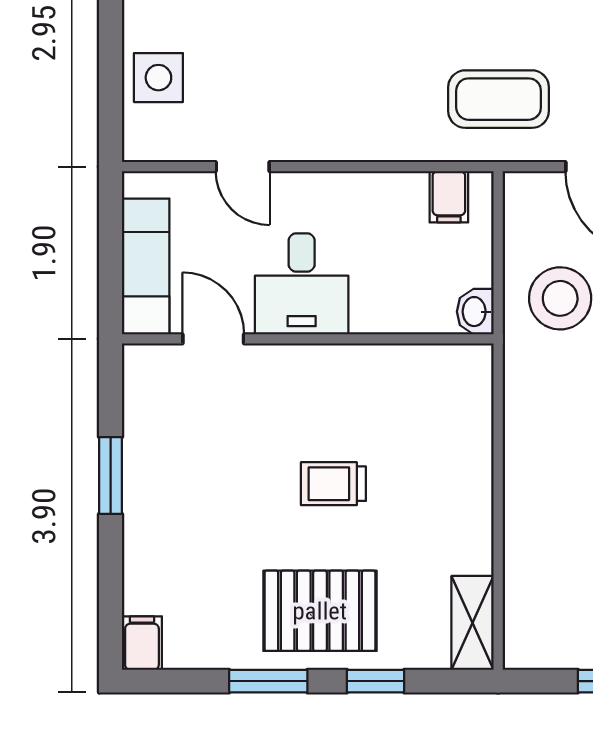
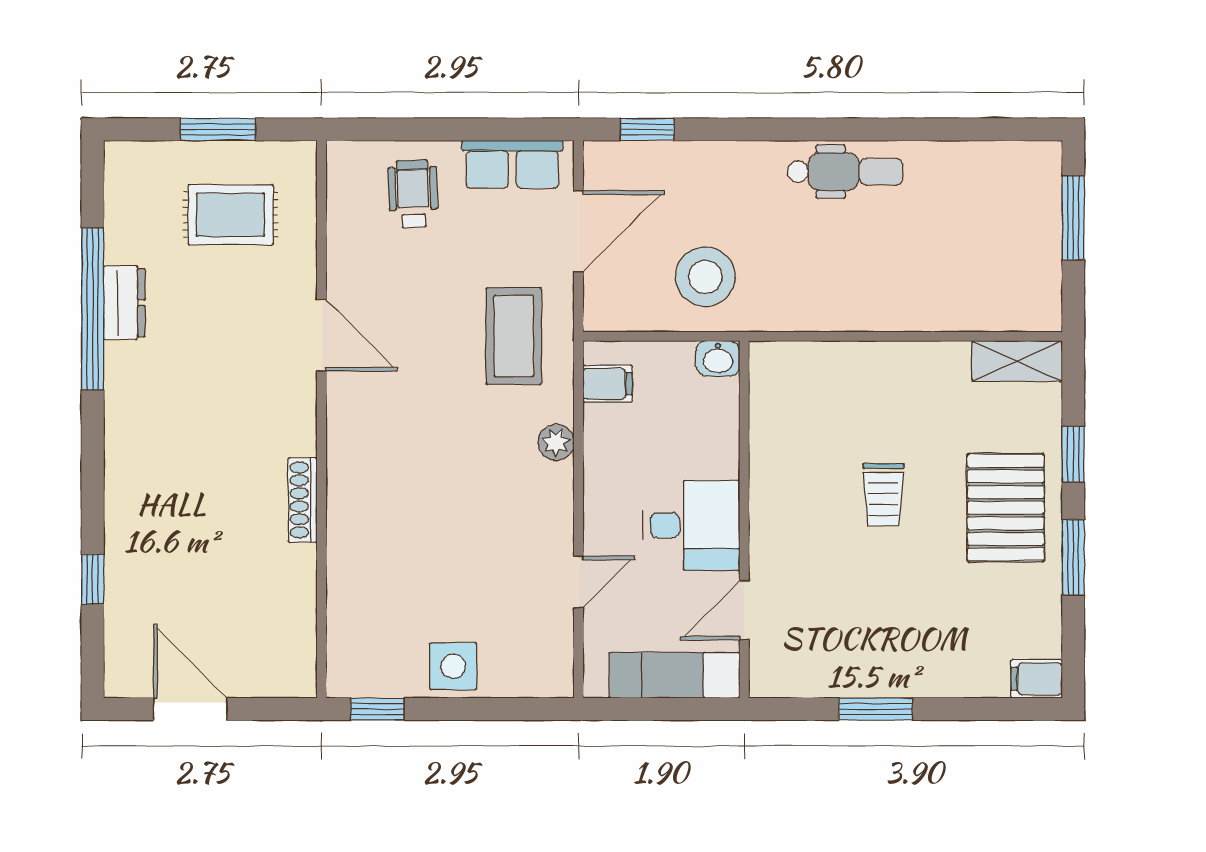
side table: (158, 78) -> (453, 666), moved
plant: (388, 143) -> (556, 442), added

